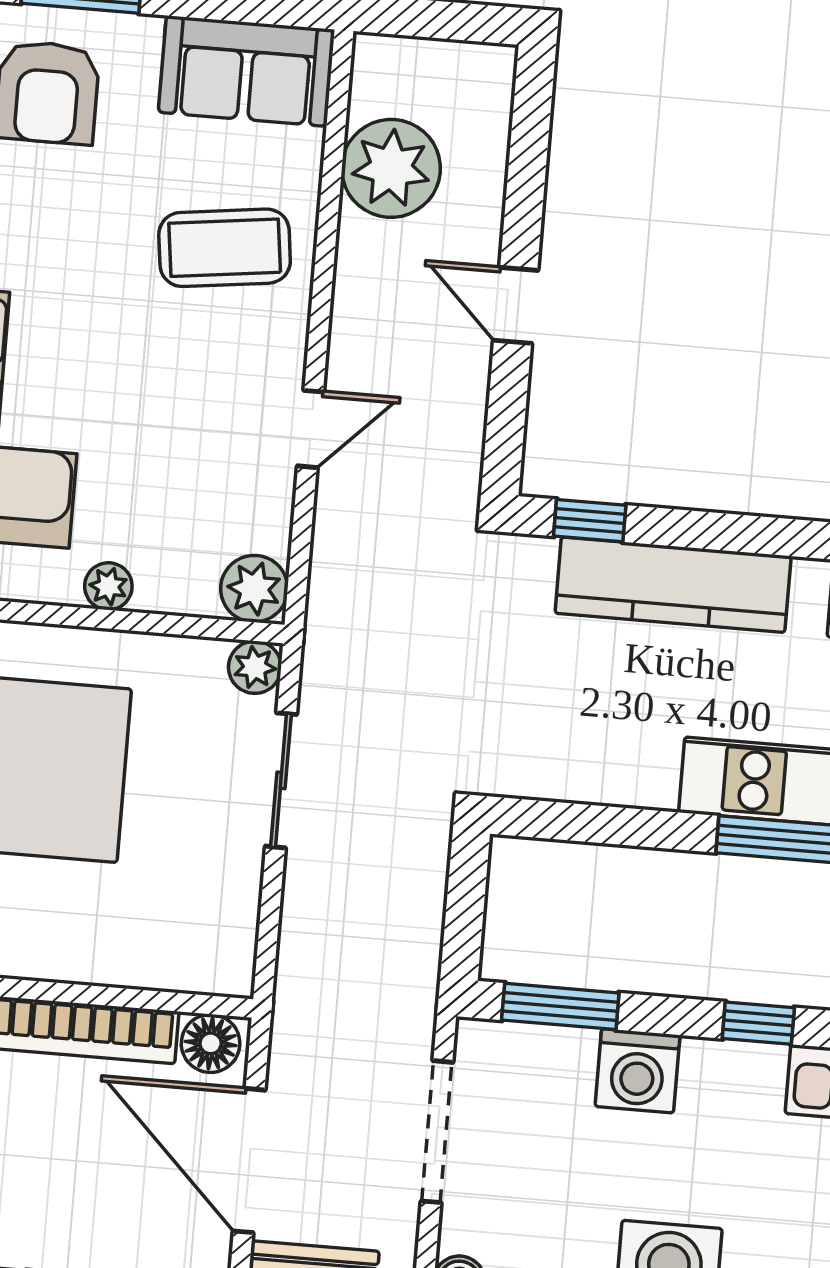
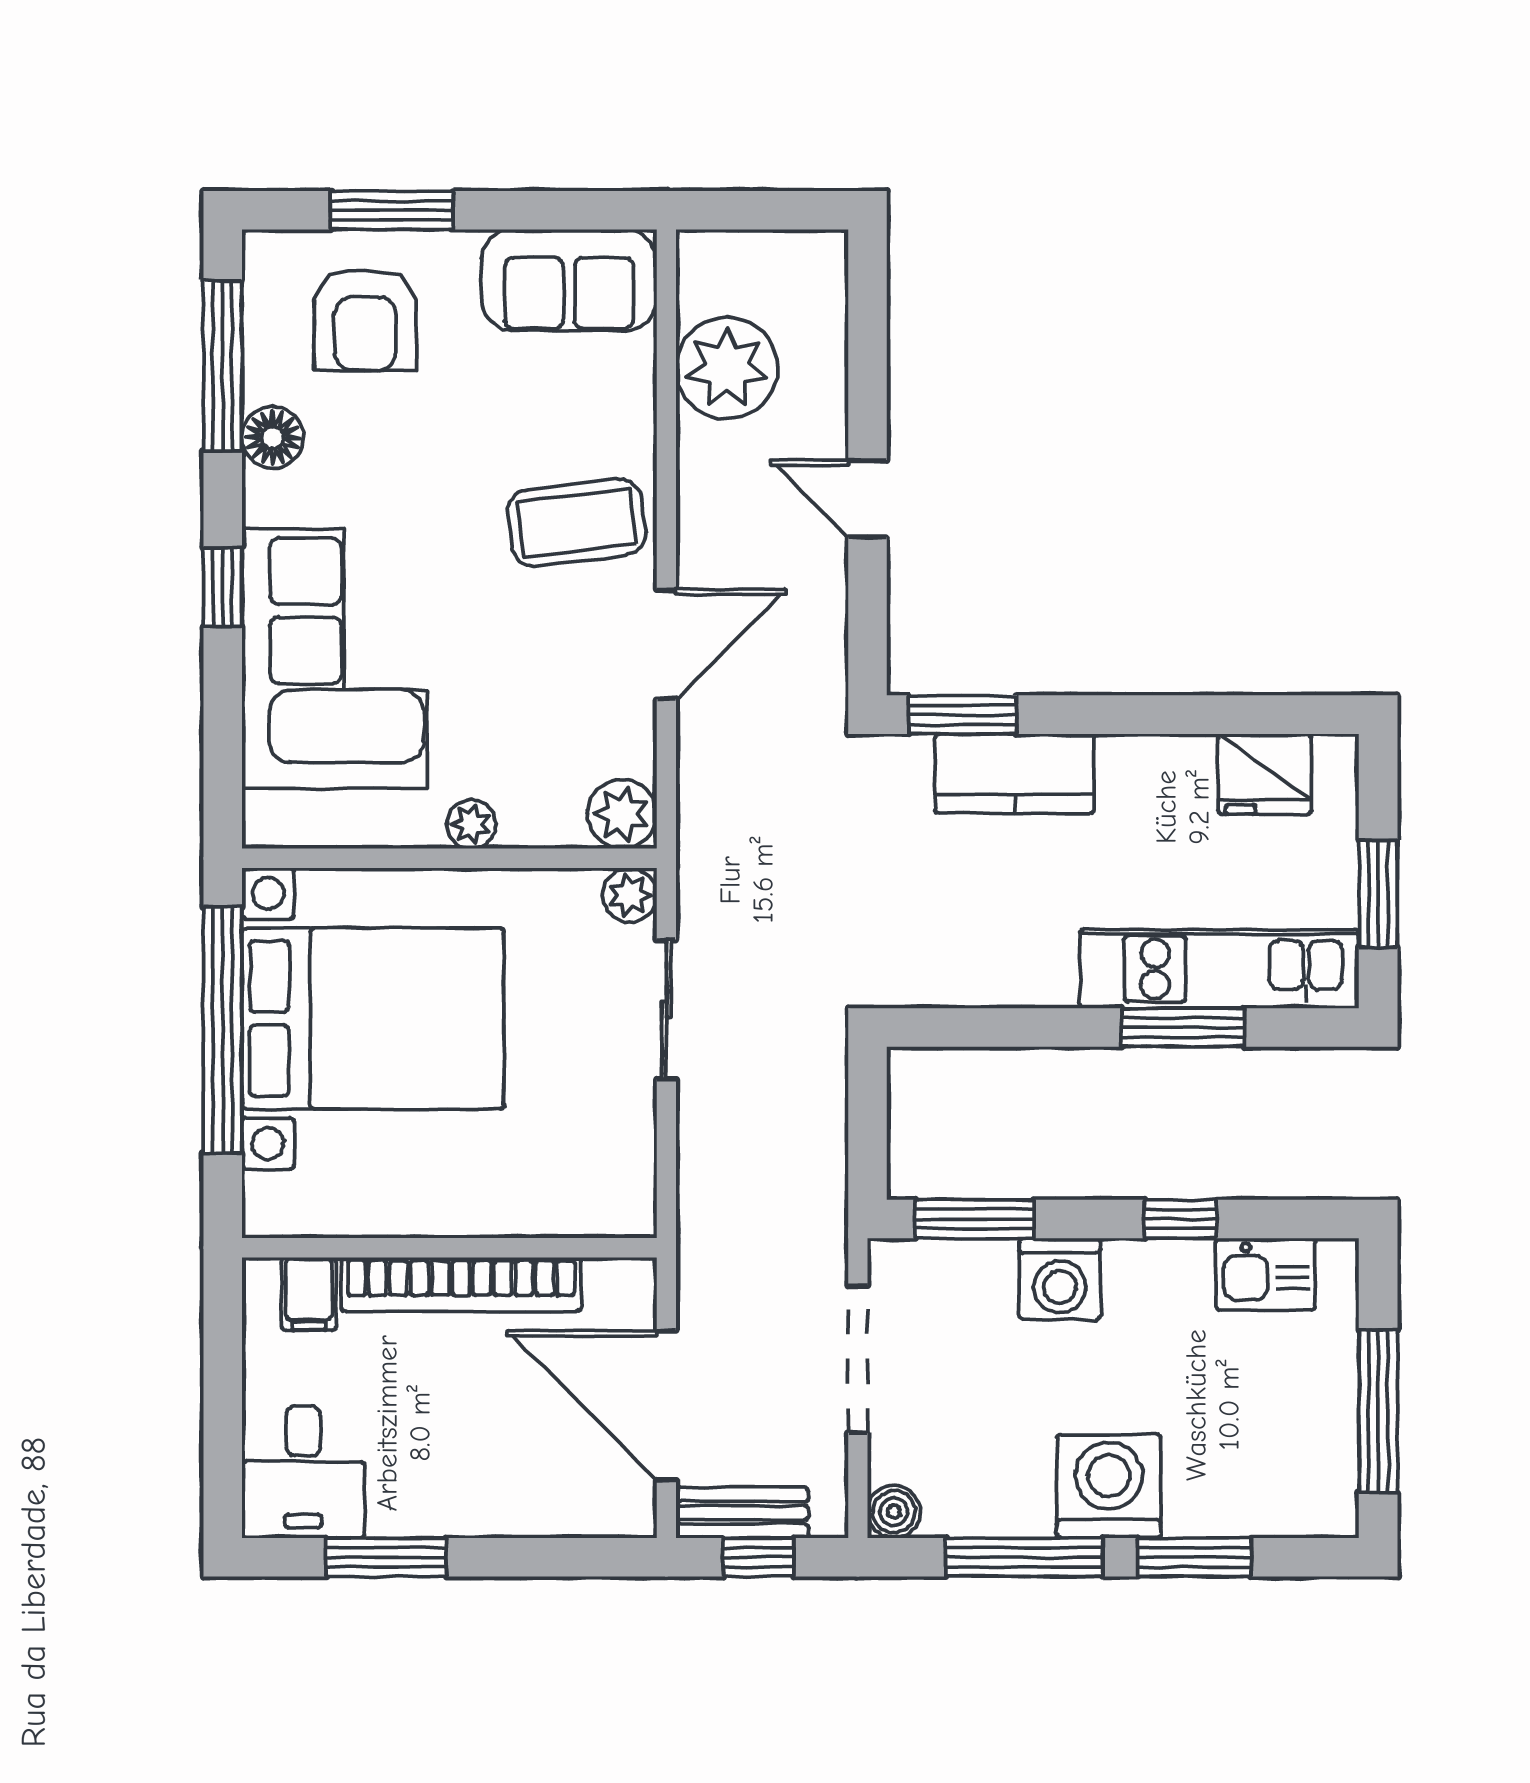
coffee table: (225, 248) -> (577, 523), moved
door: (311, 429) -> (666, 644), width x1.38
window: (590, 521) -> (963, 715), width x1.50
kitchen counter: (673, 585) -> (1014, 774), width x0.67
floor lamp: (211, 1043) -> (616, 1287), removed

